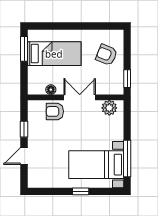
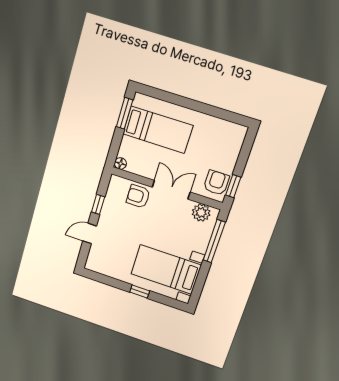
armchair: (106, 55) -> (216, 183), moved, turned 68
floor lamp: (51, 90) -> (120, 163), moved
window: (127, 159) -> (214, 241), moved

